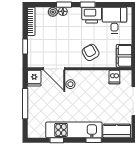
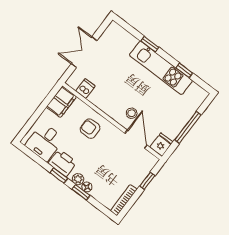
plant: (53, 12) -> (78, 179), moved
armchair: (91, 52) -> (90, 129), turned 120
kitchen counter: (117, 131) -> (122, 36), removed

